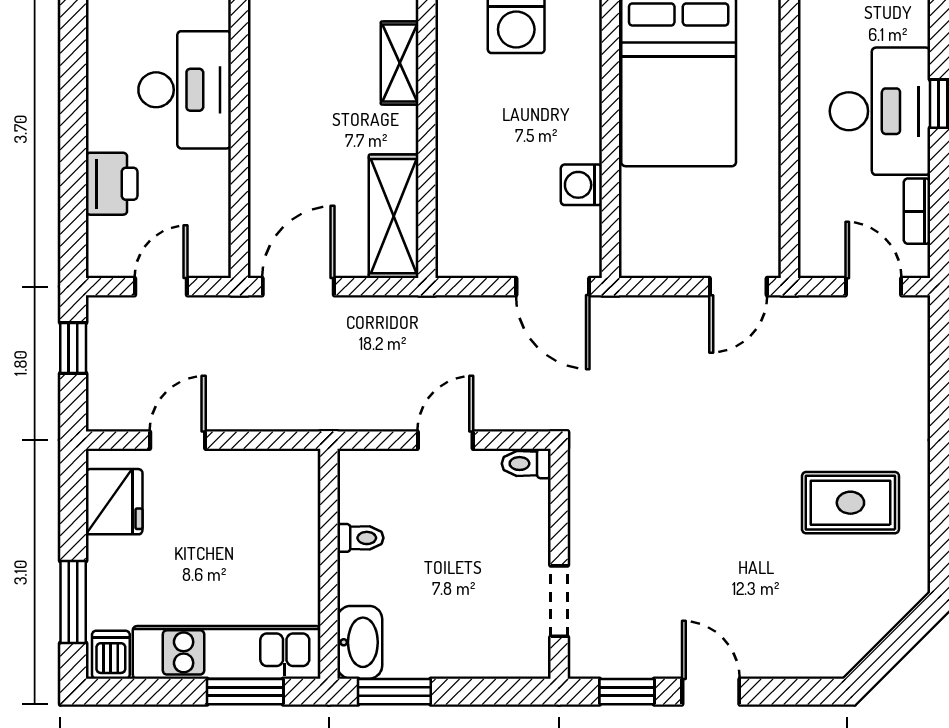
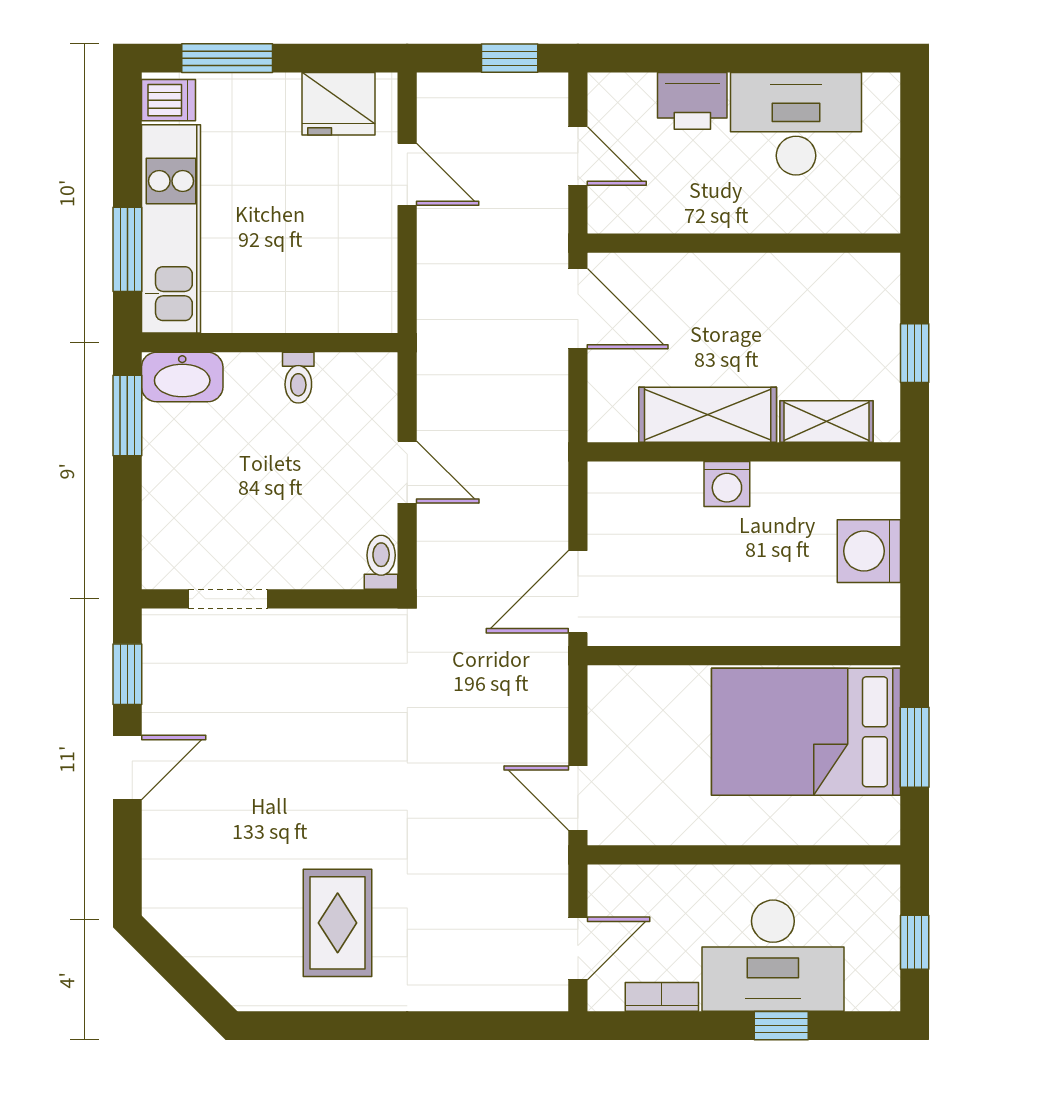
desk: (185, 90) -> (796, 124), moved, turned 180
washing machine: (581, 185) -> (727, 484), moved, turned 180
shelving: (394, 216) -> (708, 415), moved

